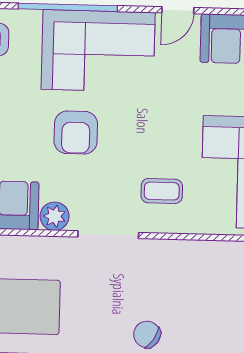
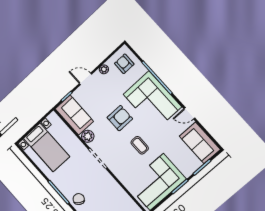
armchair: (76, 132) -> (120, 118), turned 180
coffee table: (162, 191) -> (140, 145), moved

